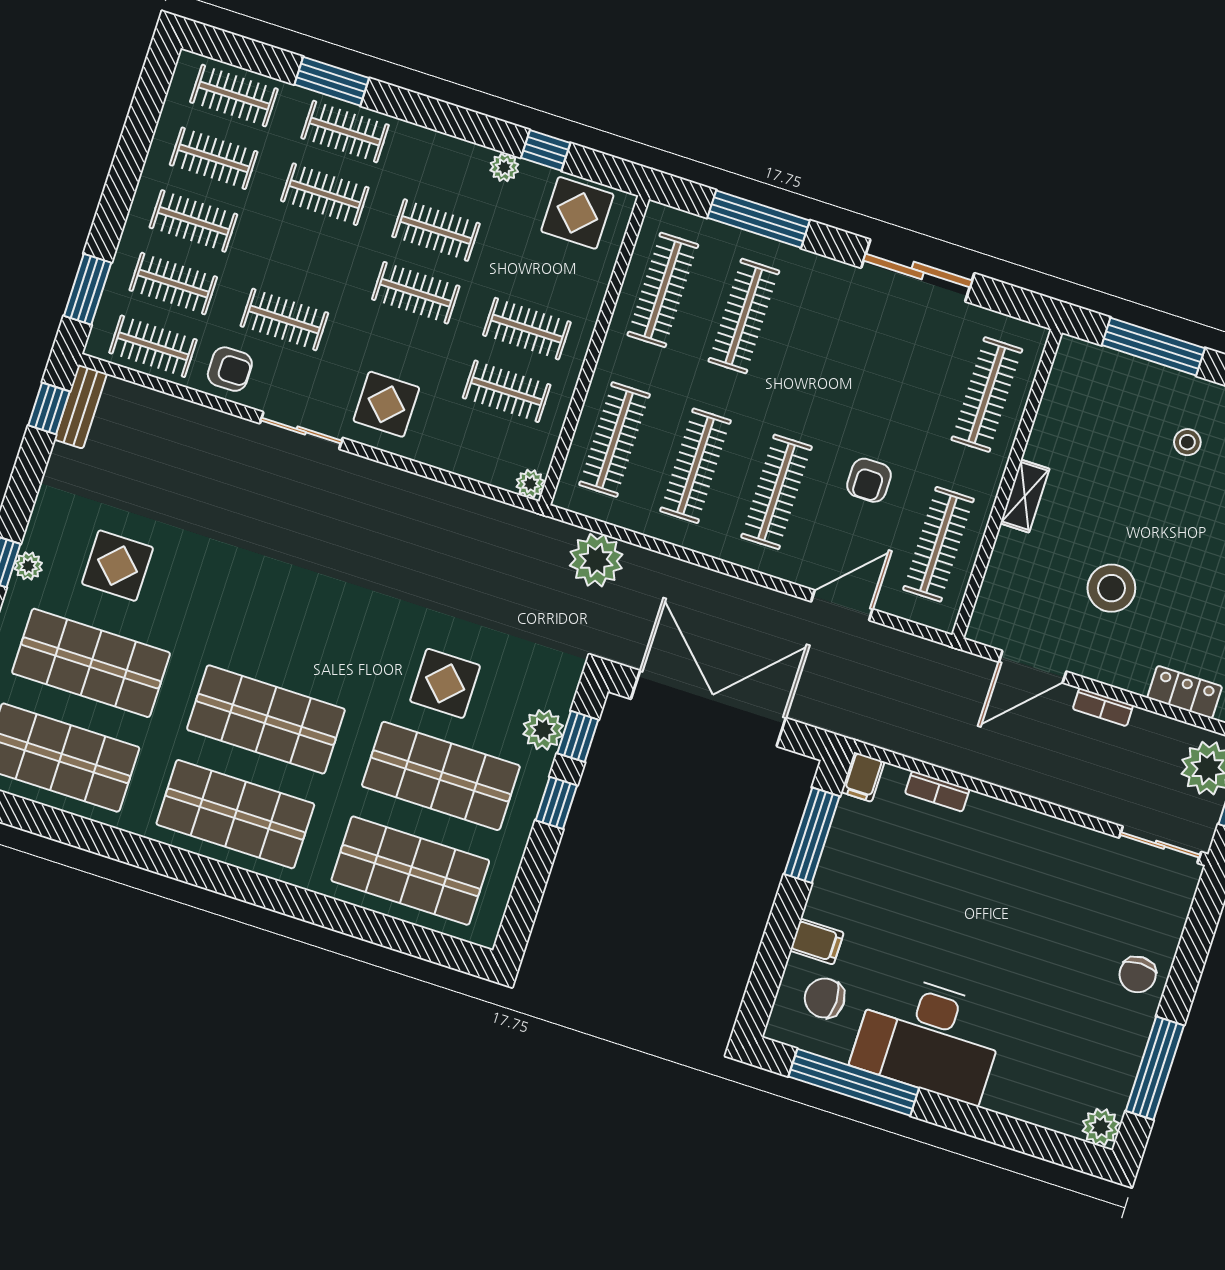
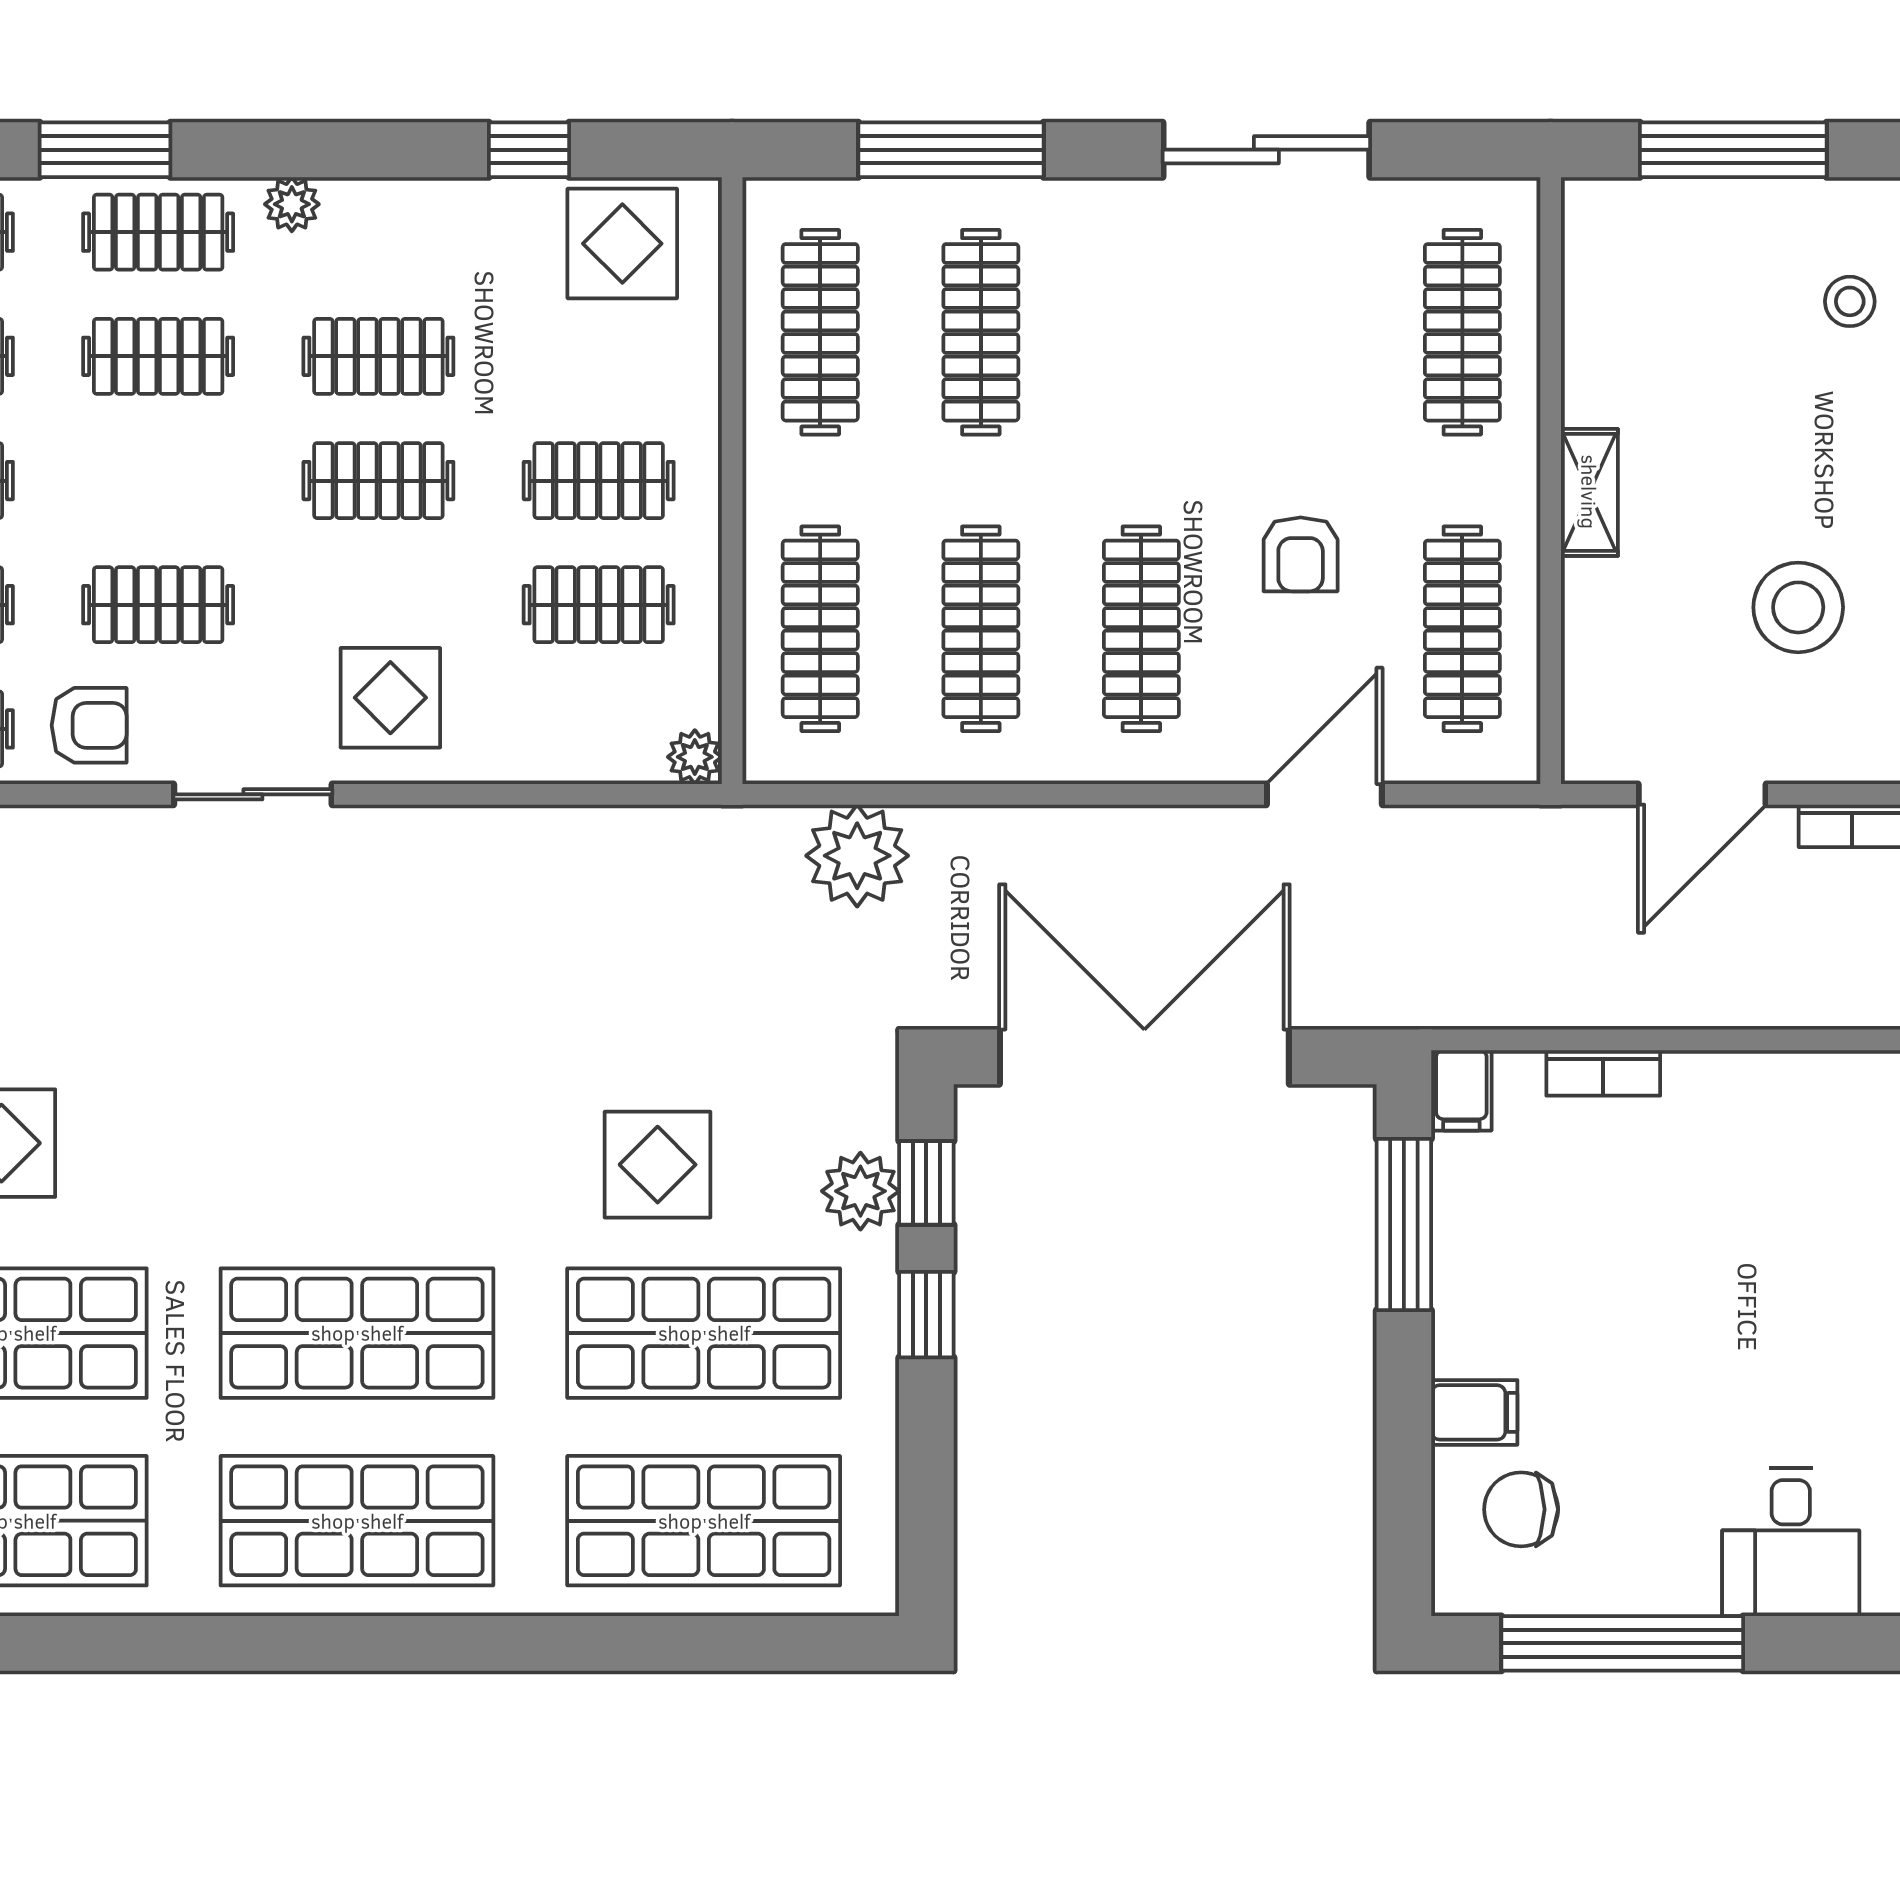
plant: (504, 167) -> (292, 204), moved
desk: (929, 1038) -> (1791, 1542), width x0.53, depth x0.77

